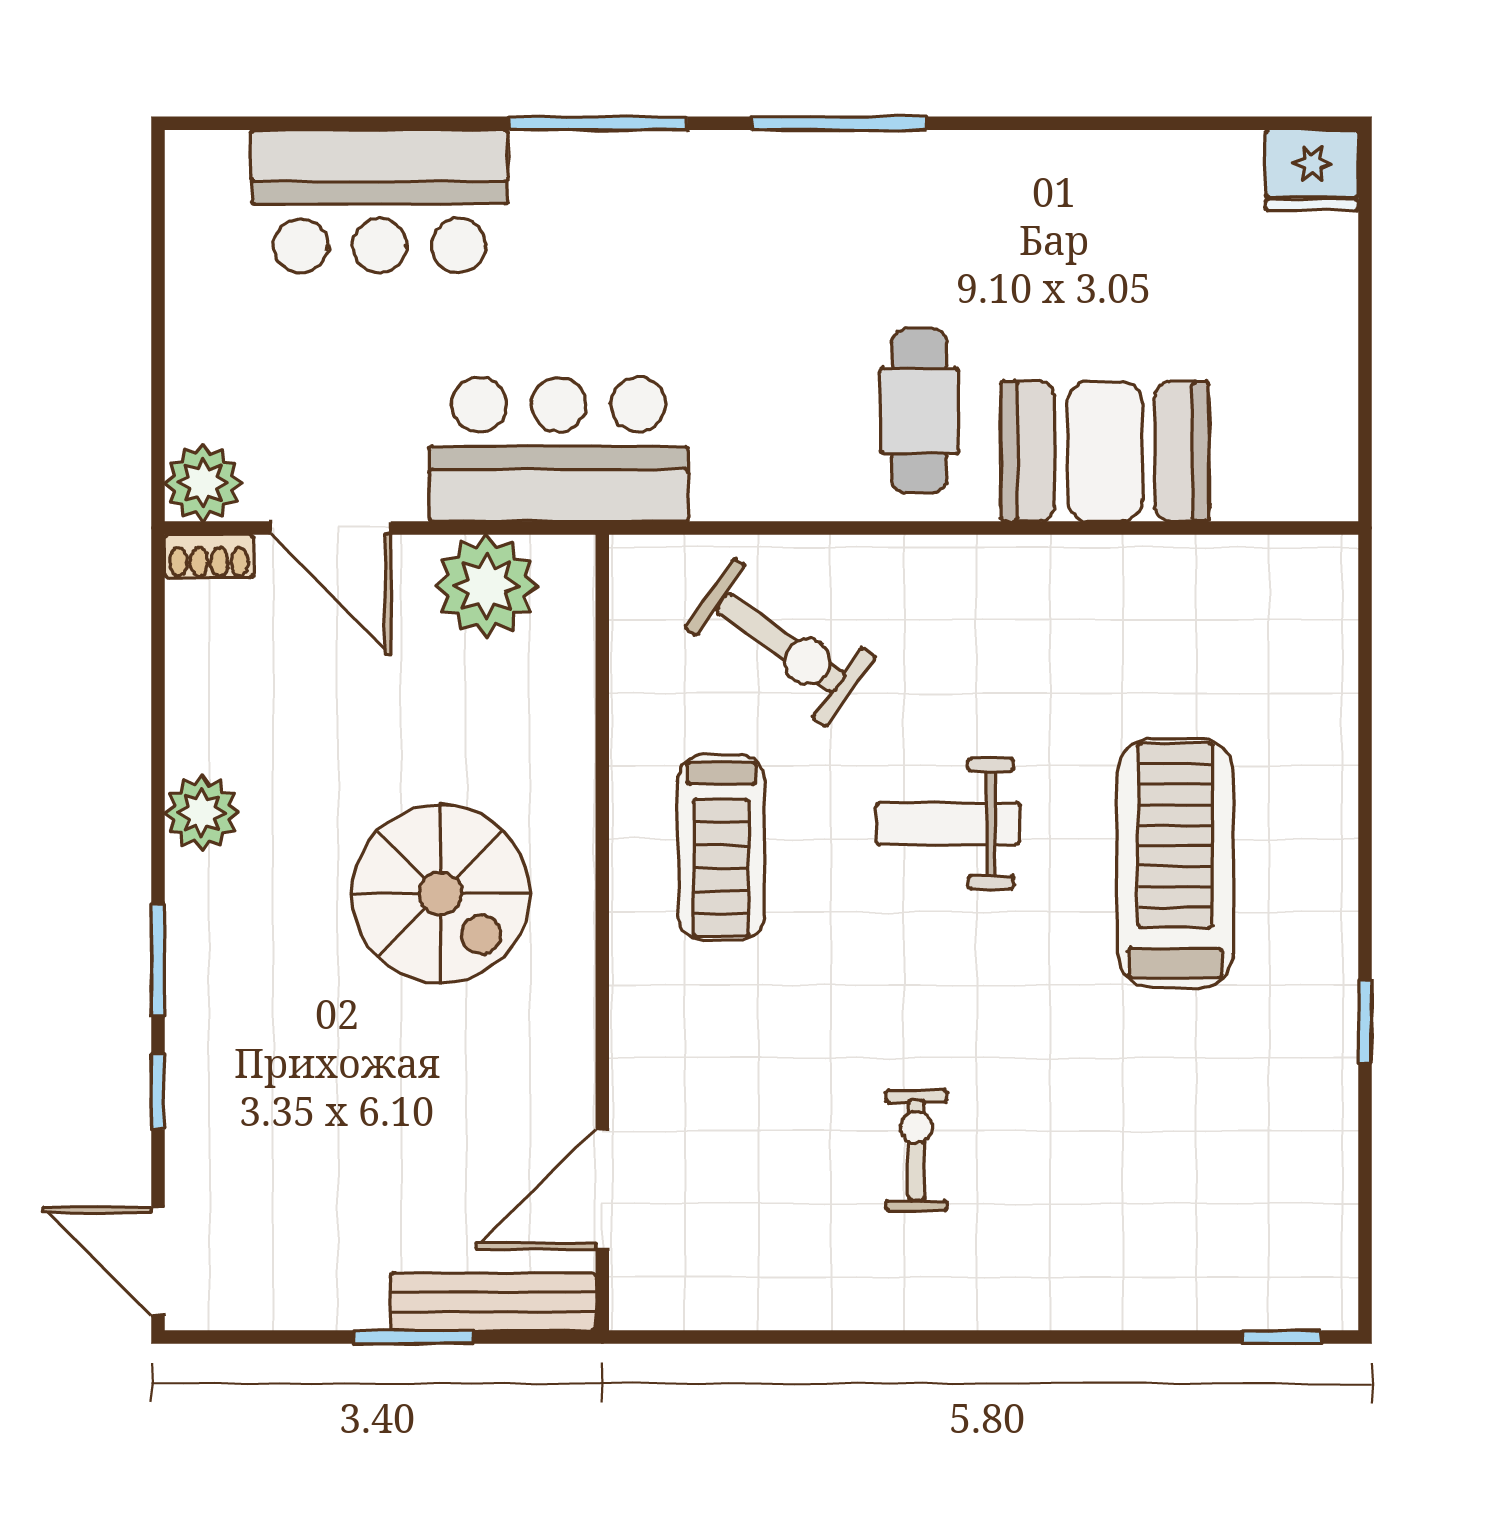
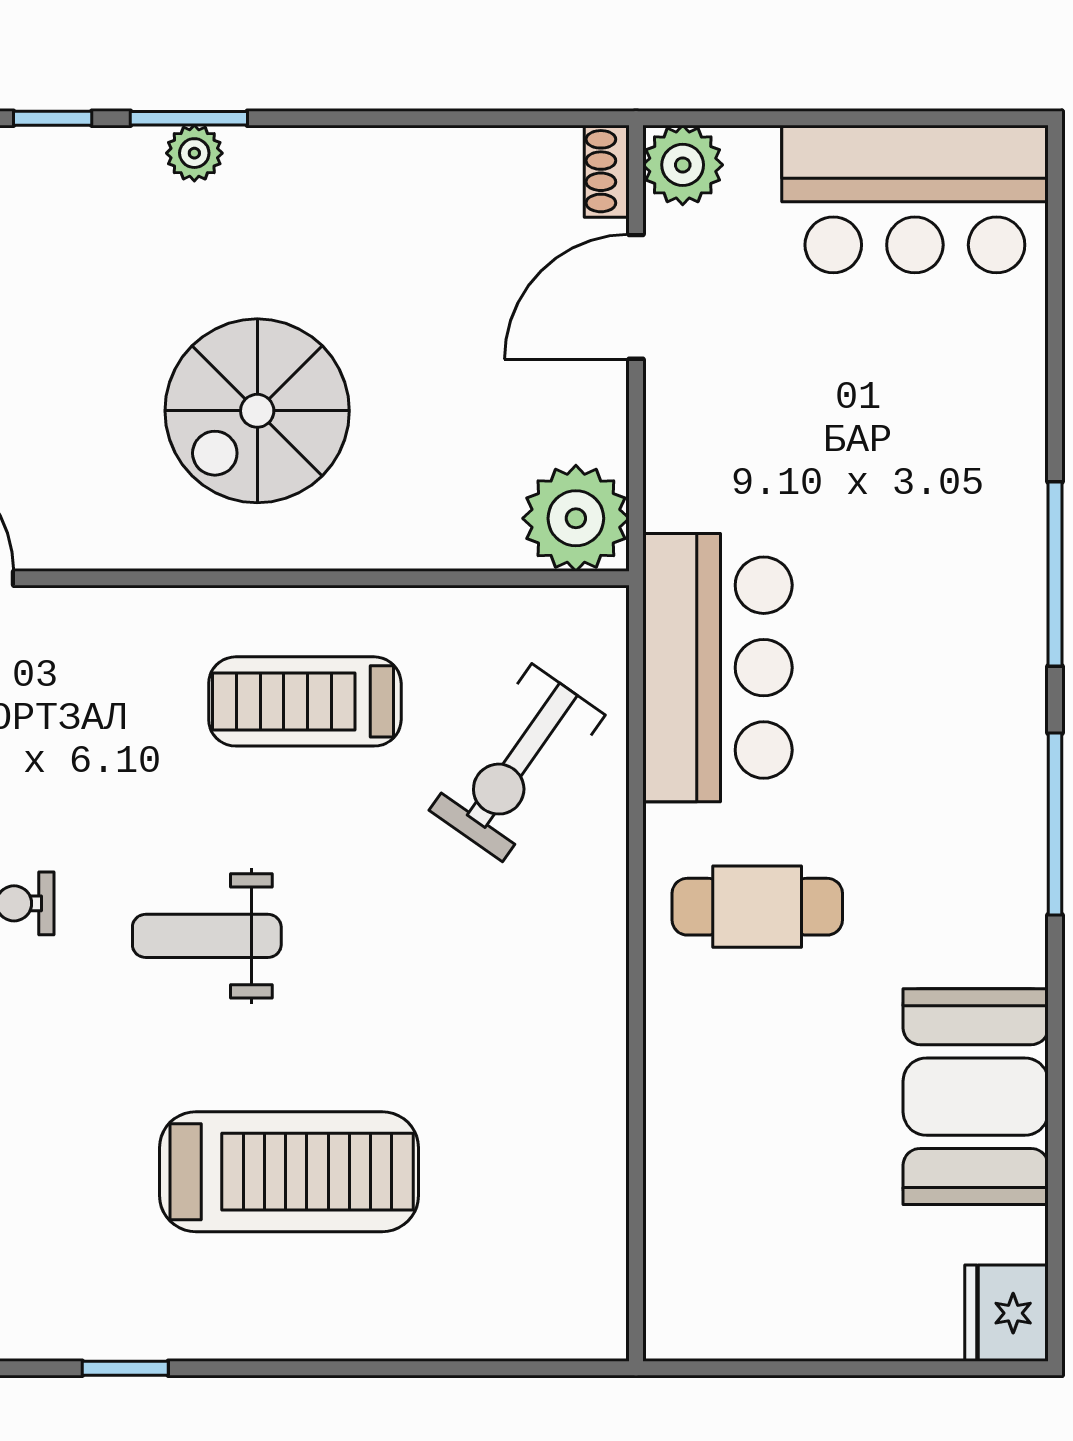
bar counter: (380, 201) -> (915, 199), moved, turned -90
bar counter: (559, 449) -> (717, 668), moved
booth: (1105, 451) -> (976, 1097), moved
plant: (486, 586) -> (576, 518), moved
plant: (202, 813) -> (194, 153), moved, width x0.73, depth x0.73
weight bench: (948, 824) -> (207, 936), moved, turned -90

